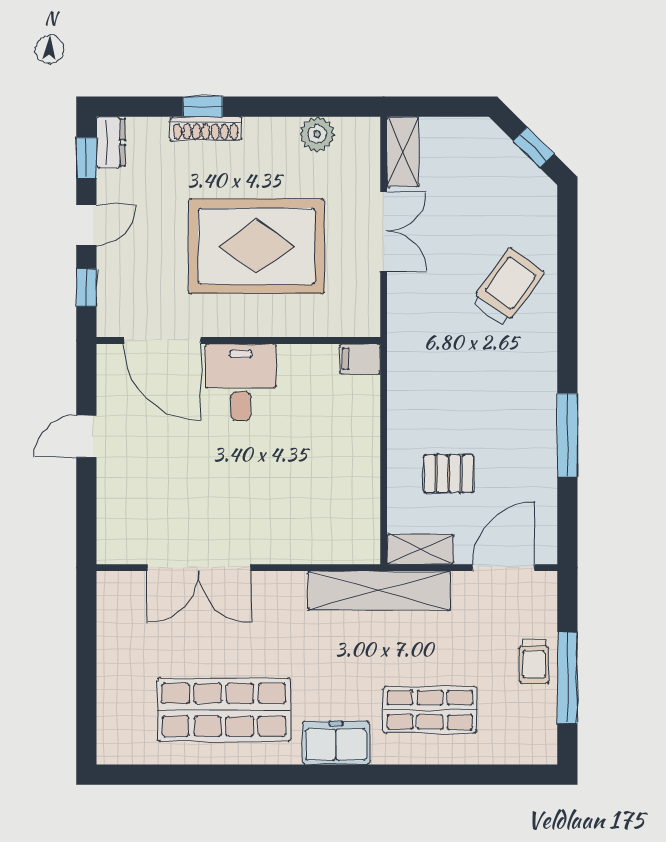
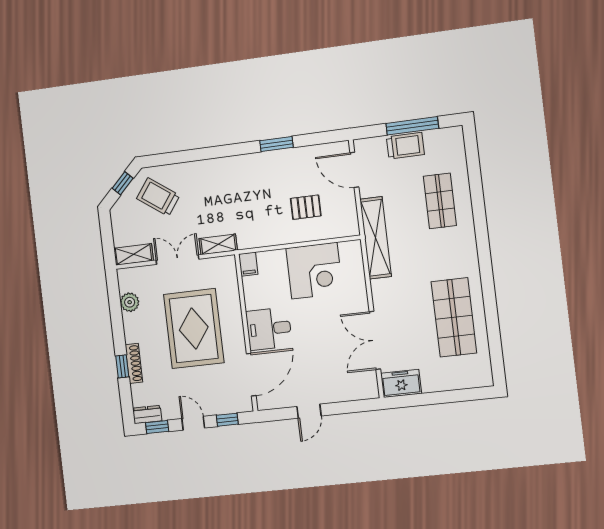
trolley: (508, 287) -> (158, 197), moved
window: (567, 435) -> (276, 144), width x0.69
door: (86, 436) -> (309, 411), hinge flipped
pallet: (449, 474) -> (306, 207), turned 90
corner desk: (334, 476) -> (314, 271), added
shelving: (420, 549) -> (218, 244), moved, turned 90
double door: (199, 568) -> (375, 340), swing flipped
trolley: (534, 661) -> (405, 146), width x1.36, depth x1.39
freezer: (336, 743) -> (401, 383), moved, turned 90

